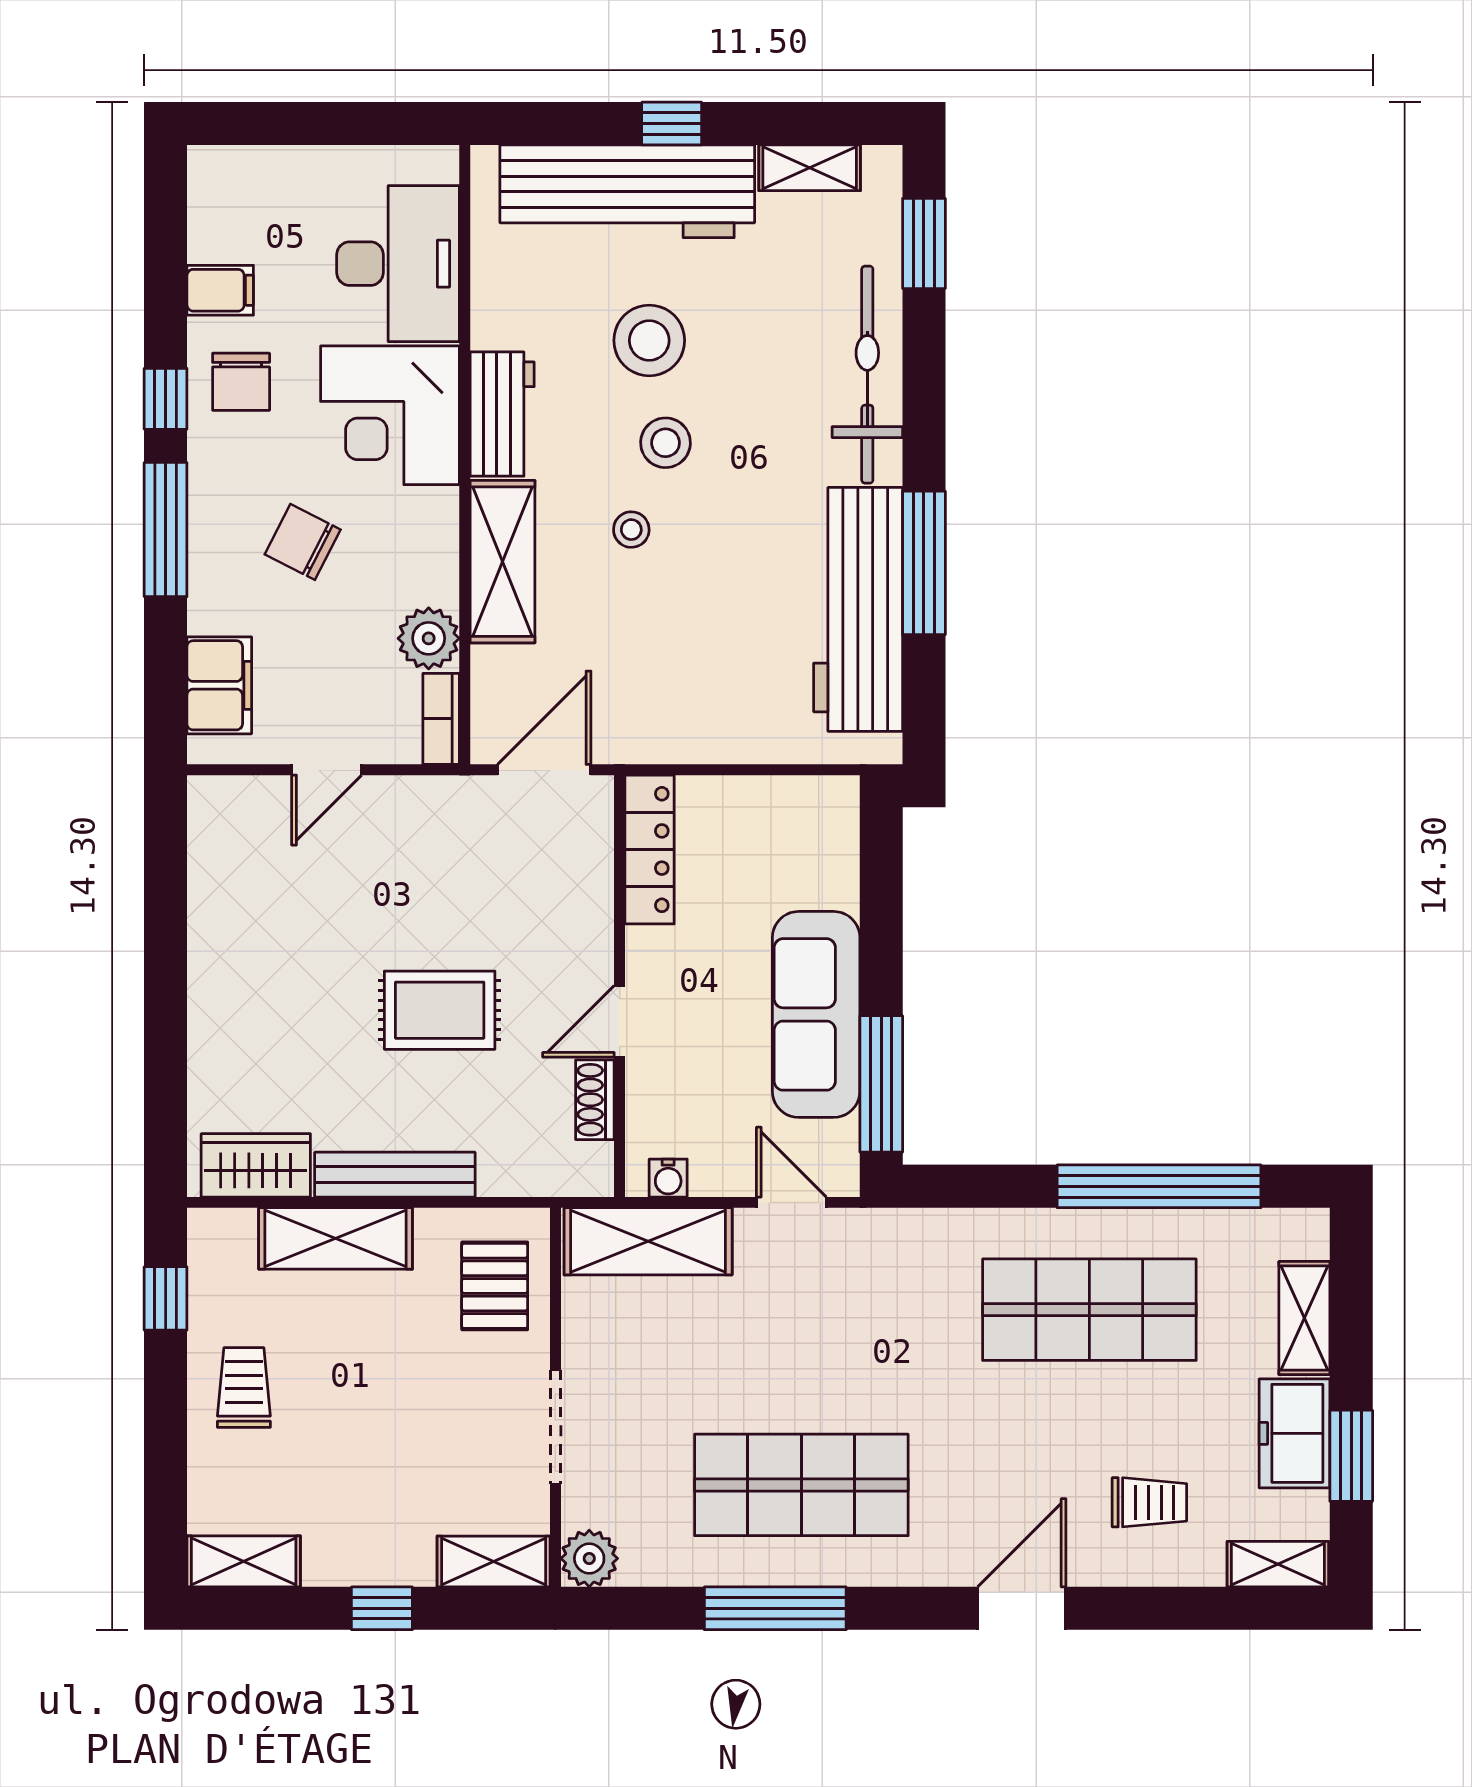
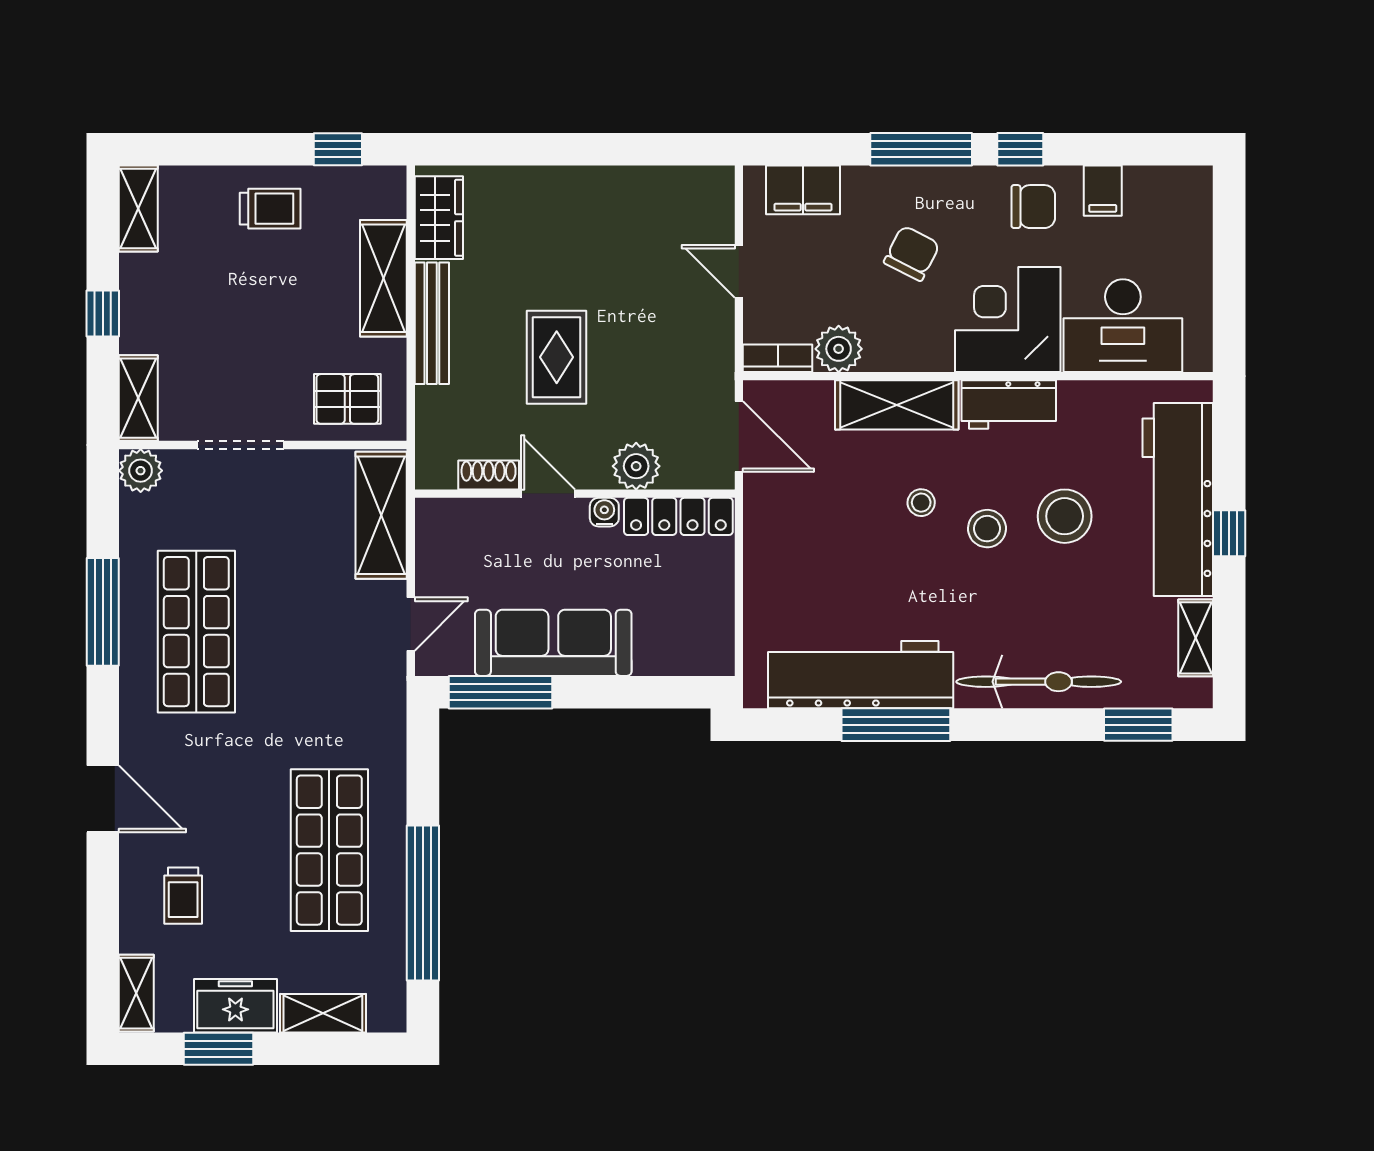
chair: (241, 382) -> (1033, 207), turned 180
plant: (583, 905) -> (636, 466), added
water cooler: (668, 1178) -> (604, 512), moved, turned 90

